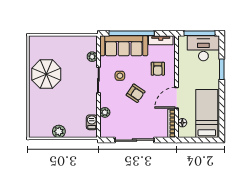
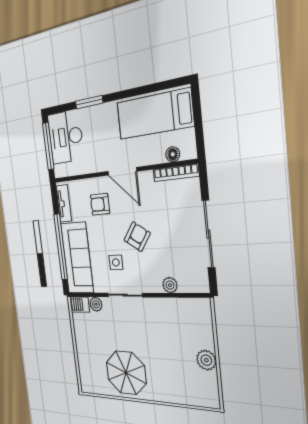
armchair: (158, 69) -> (100, 204), turned 180
door: (177, 98) -> (122, 171), moved
barbecue: (92, 122) -> (80, 305), moved

